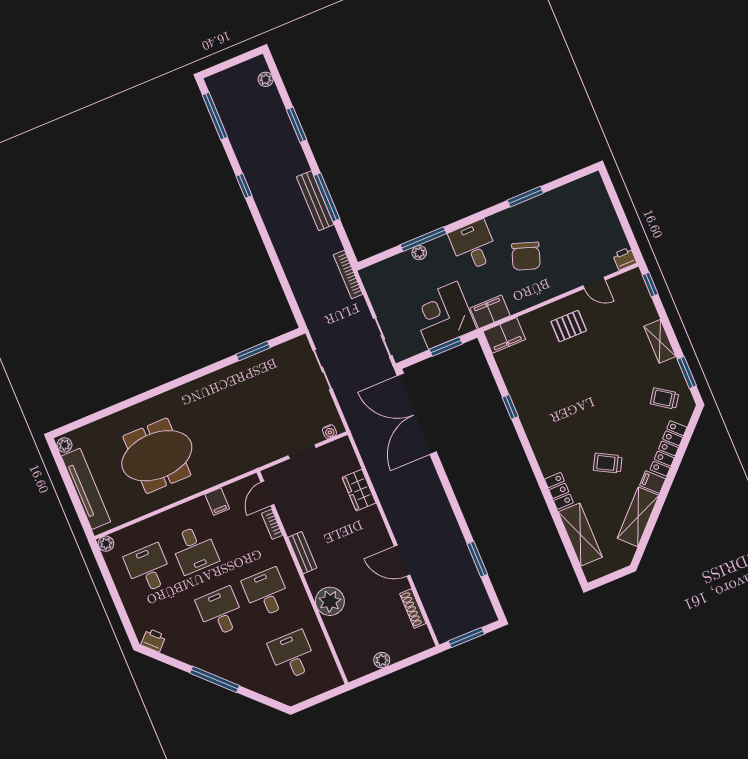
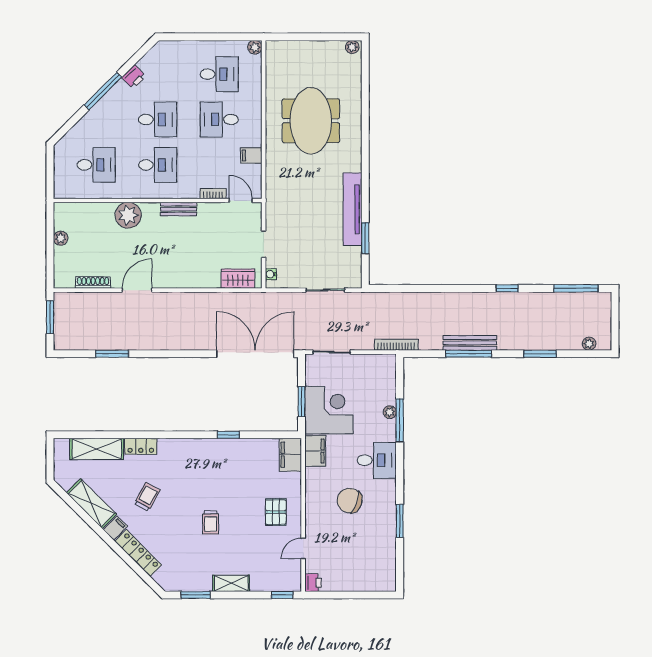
trolley: (665, 398) -> (211, 522), moved, turned 145
tv unit: (86, 489) -> (352, 209), moved, turned 90
wardrobe: (359, 490) -> (238, 279), moved
printer: (153, 640) -> (134, 77), moved

